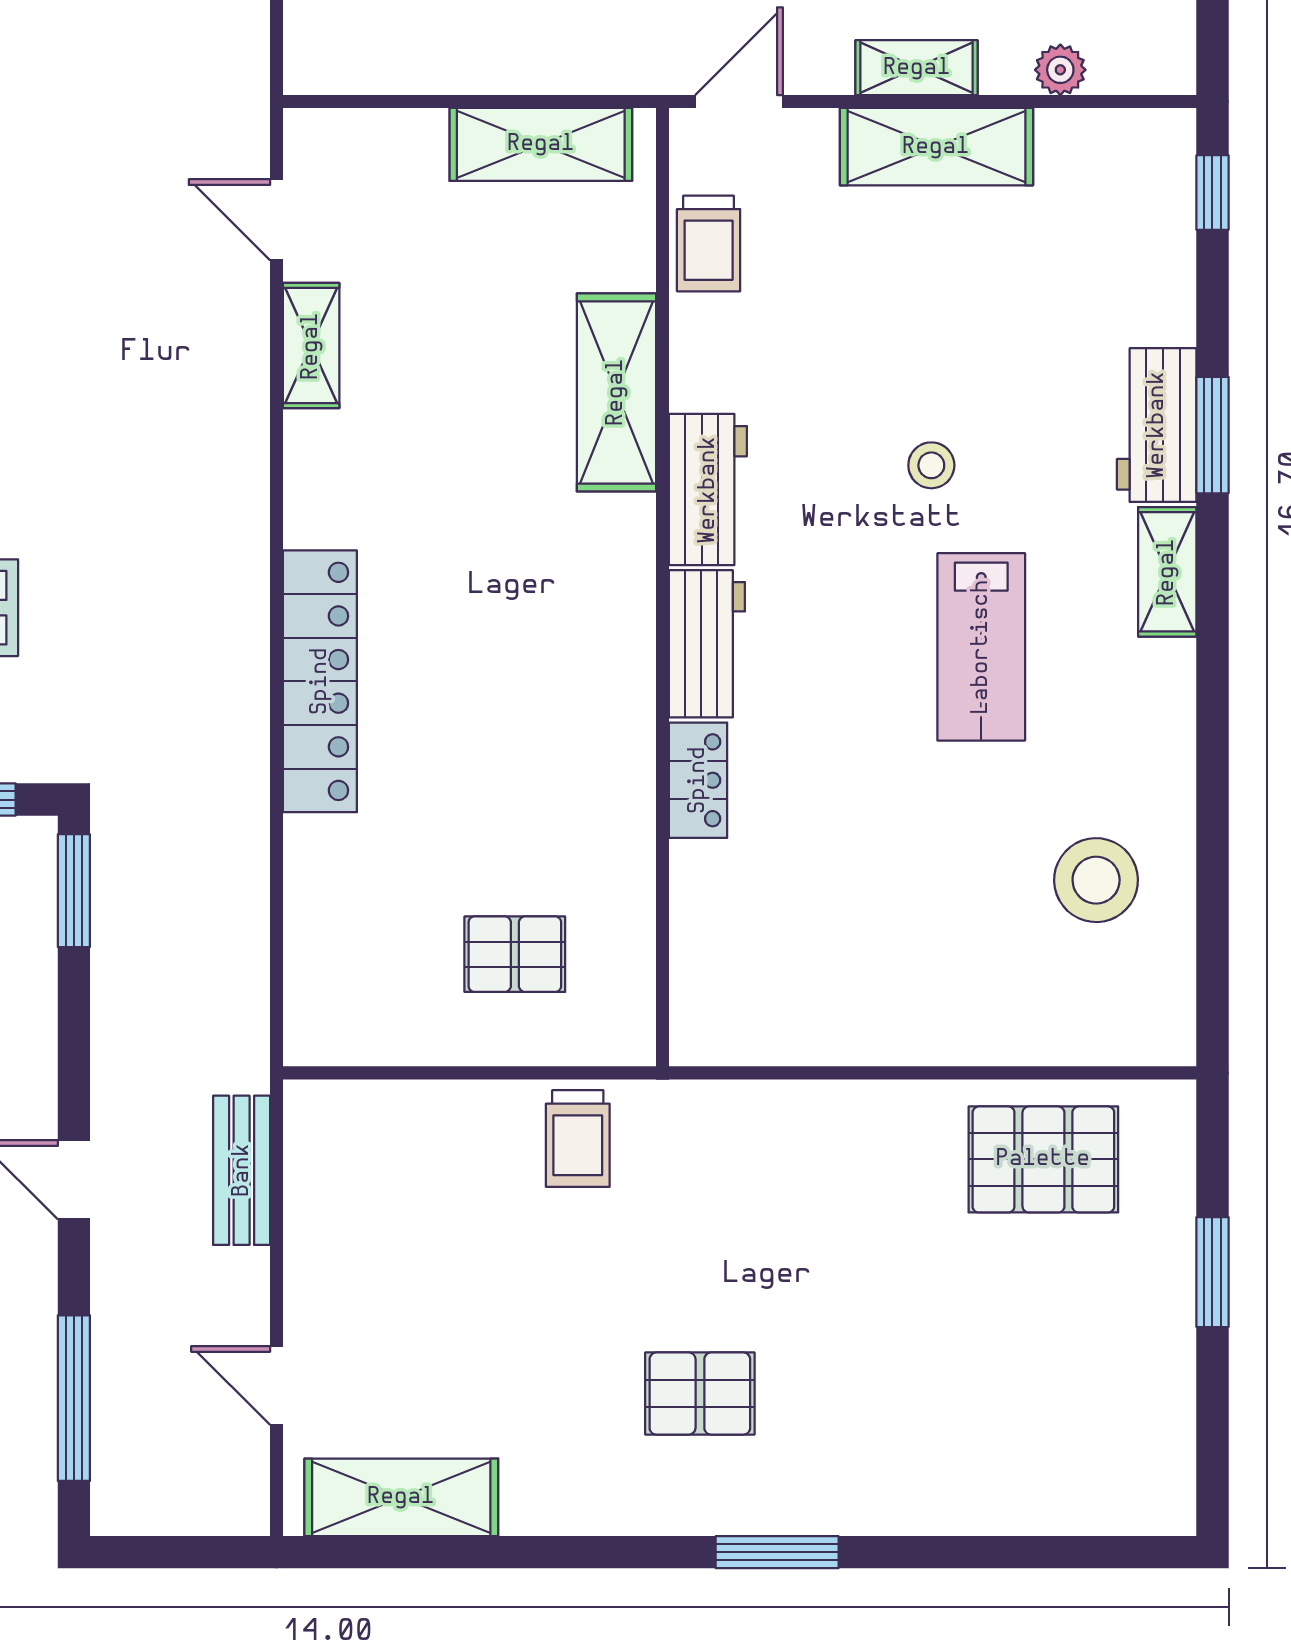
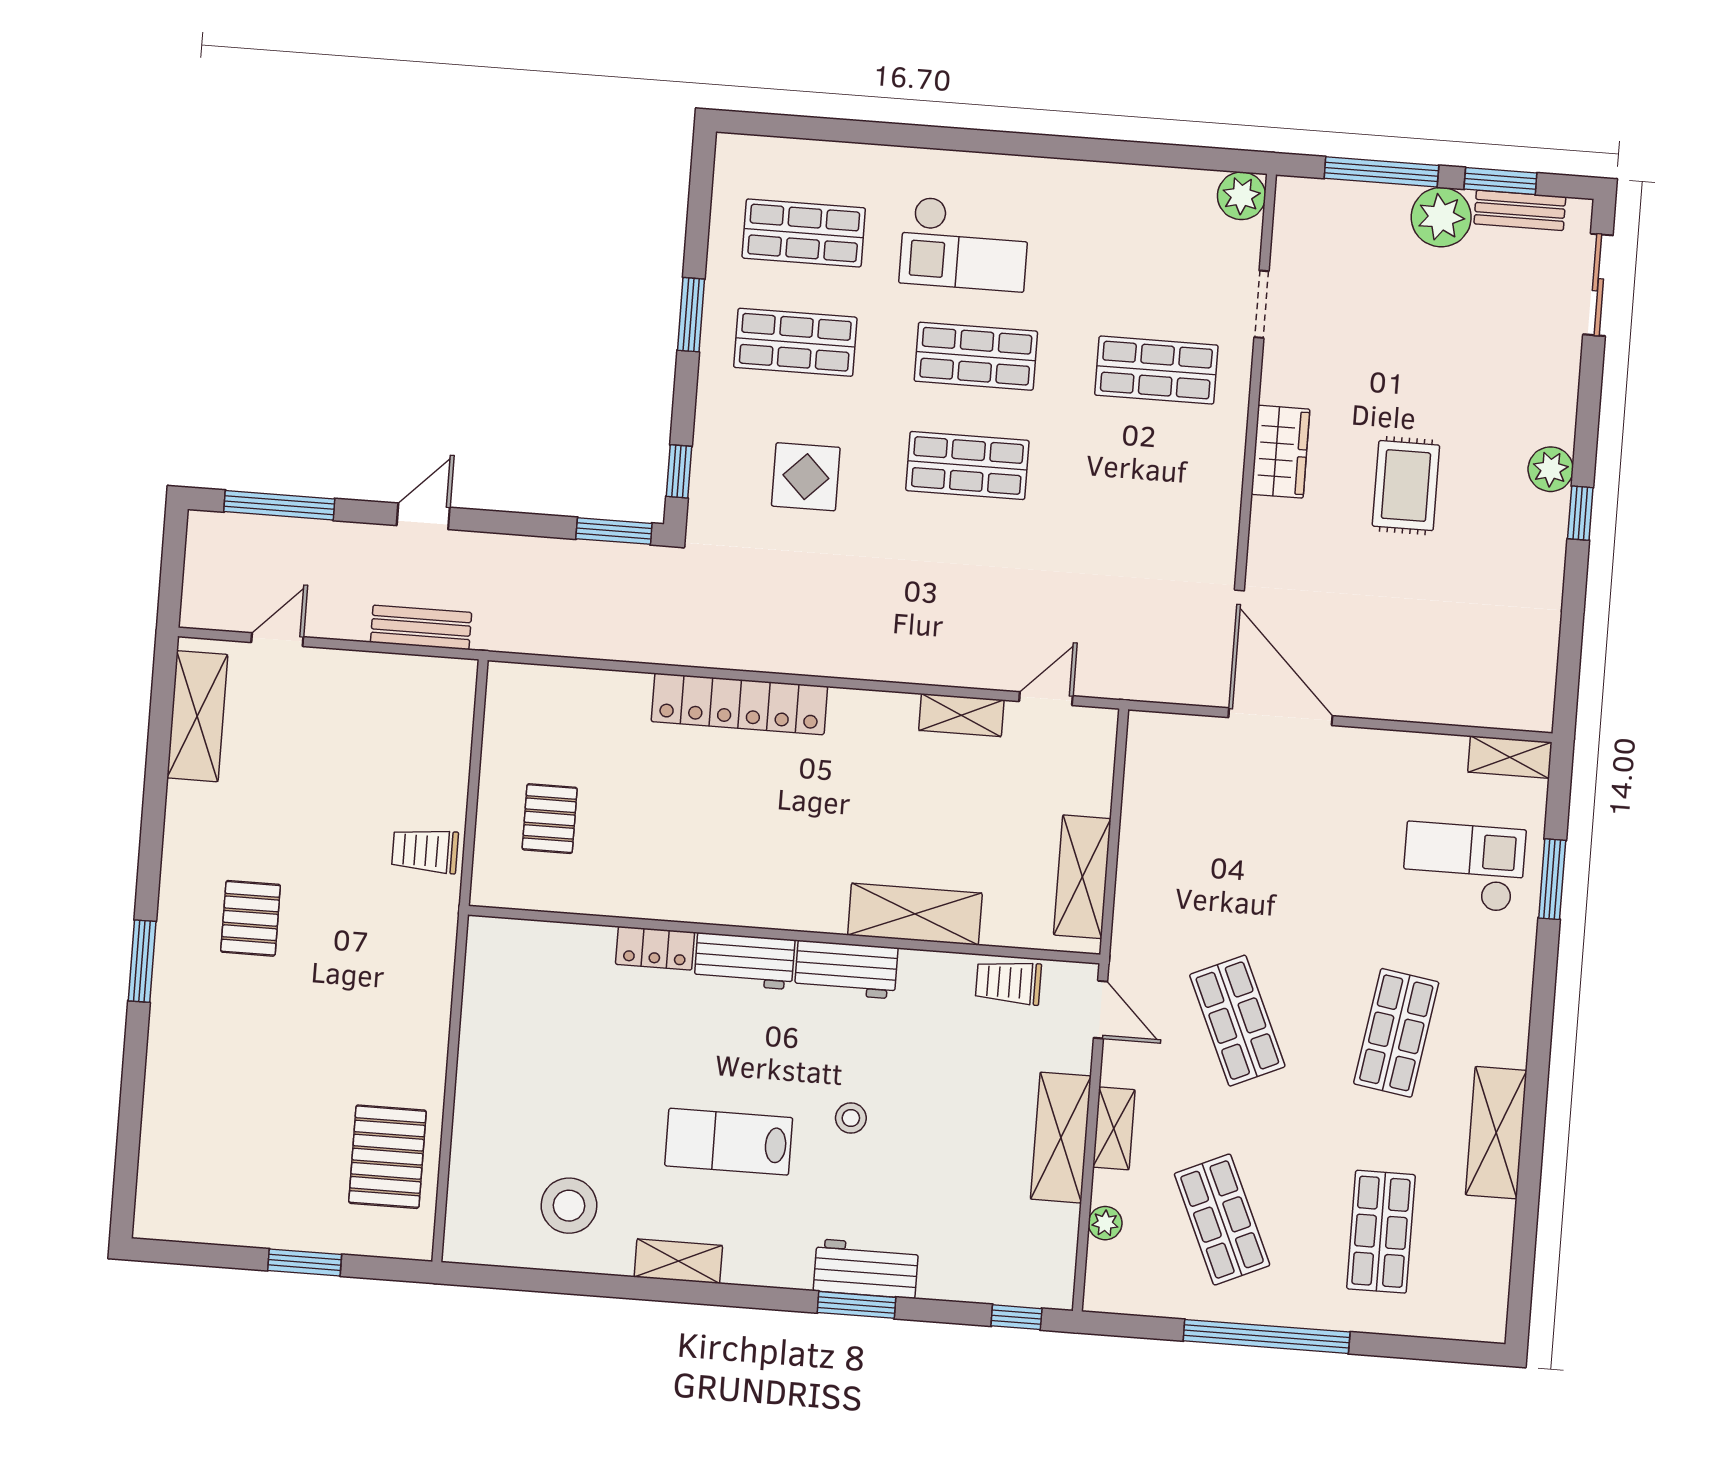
shelving: (1167, 572) -> (678, 1261), moved

